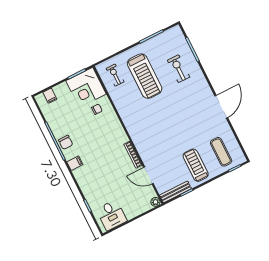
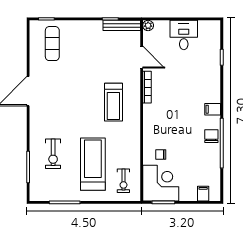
treadmill: (196, 165) -> (113, 102), moved
desk: (112, 215) -> (184, 35), moved

